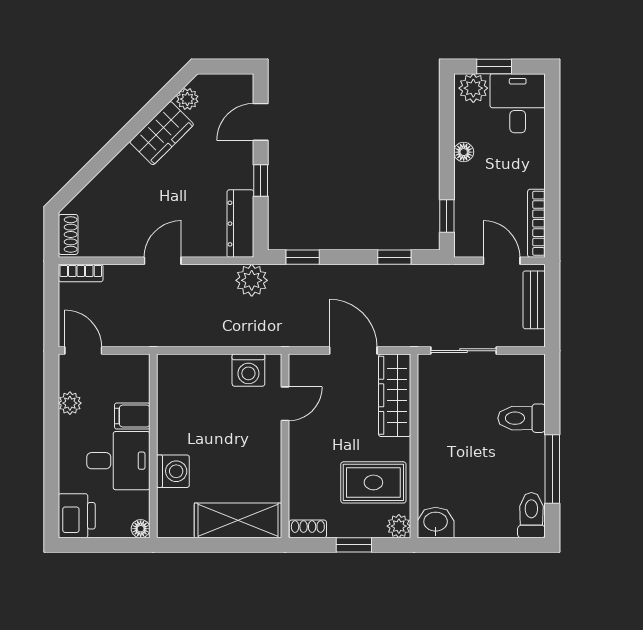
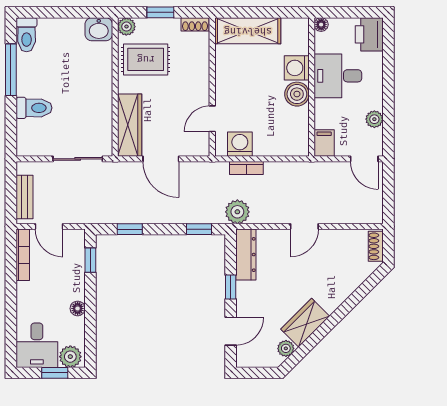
bookcase: (81, 273) -> (246, 168), moved, turned 180
filing cabinet: (132, 416) -> (324, 143), moved, turned -90
boiler: (173, 437) -> (297, 94), added

